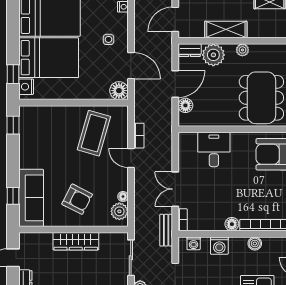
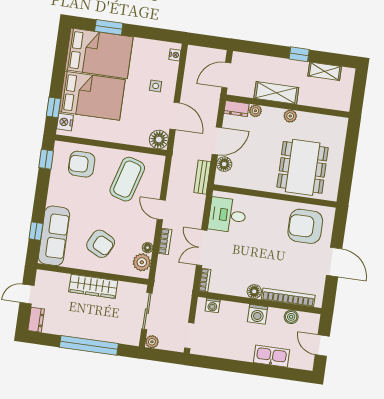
plant: (213, 55) -> (255, 111), width x0.53, depth x0.53
armchair: (48, 125) -> (82, 164), added
bookcase: (139, 136) -> (165, 241), moved
desk: (214, 149) -> (227, 215), moved, turned -90
bench: (166, 230) -> (202, 177), moved
boiler: (255, 244) -> (291, 317), moved
washing machine: (219, 246) -> (258, 314), moved

